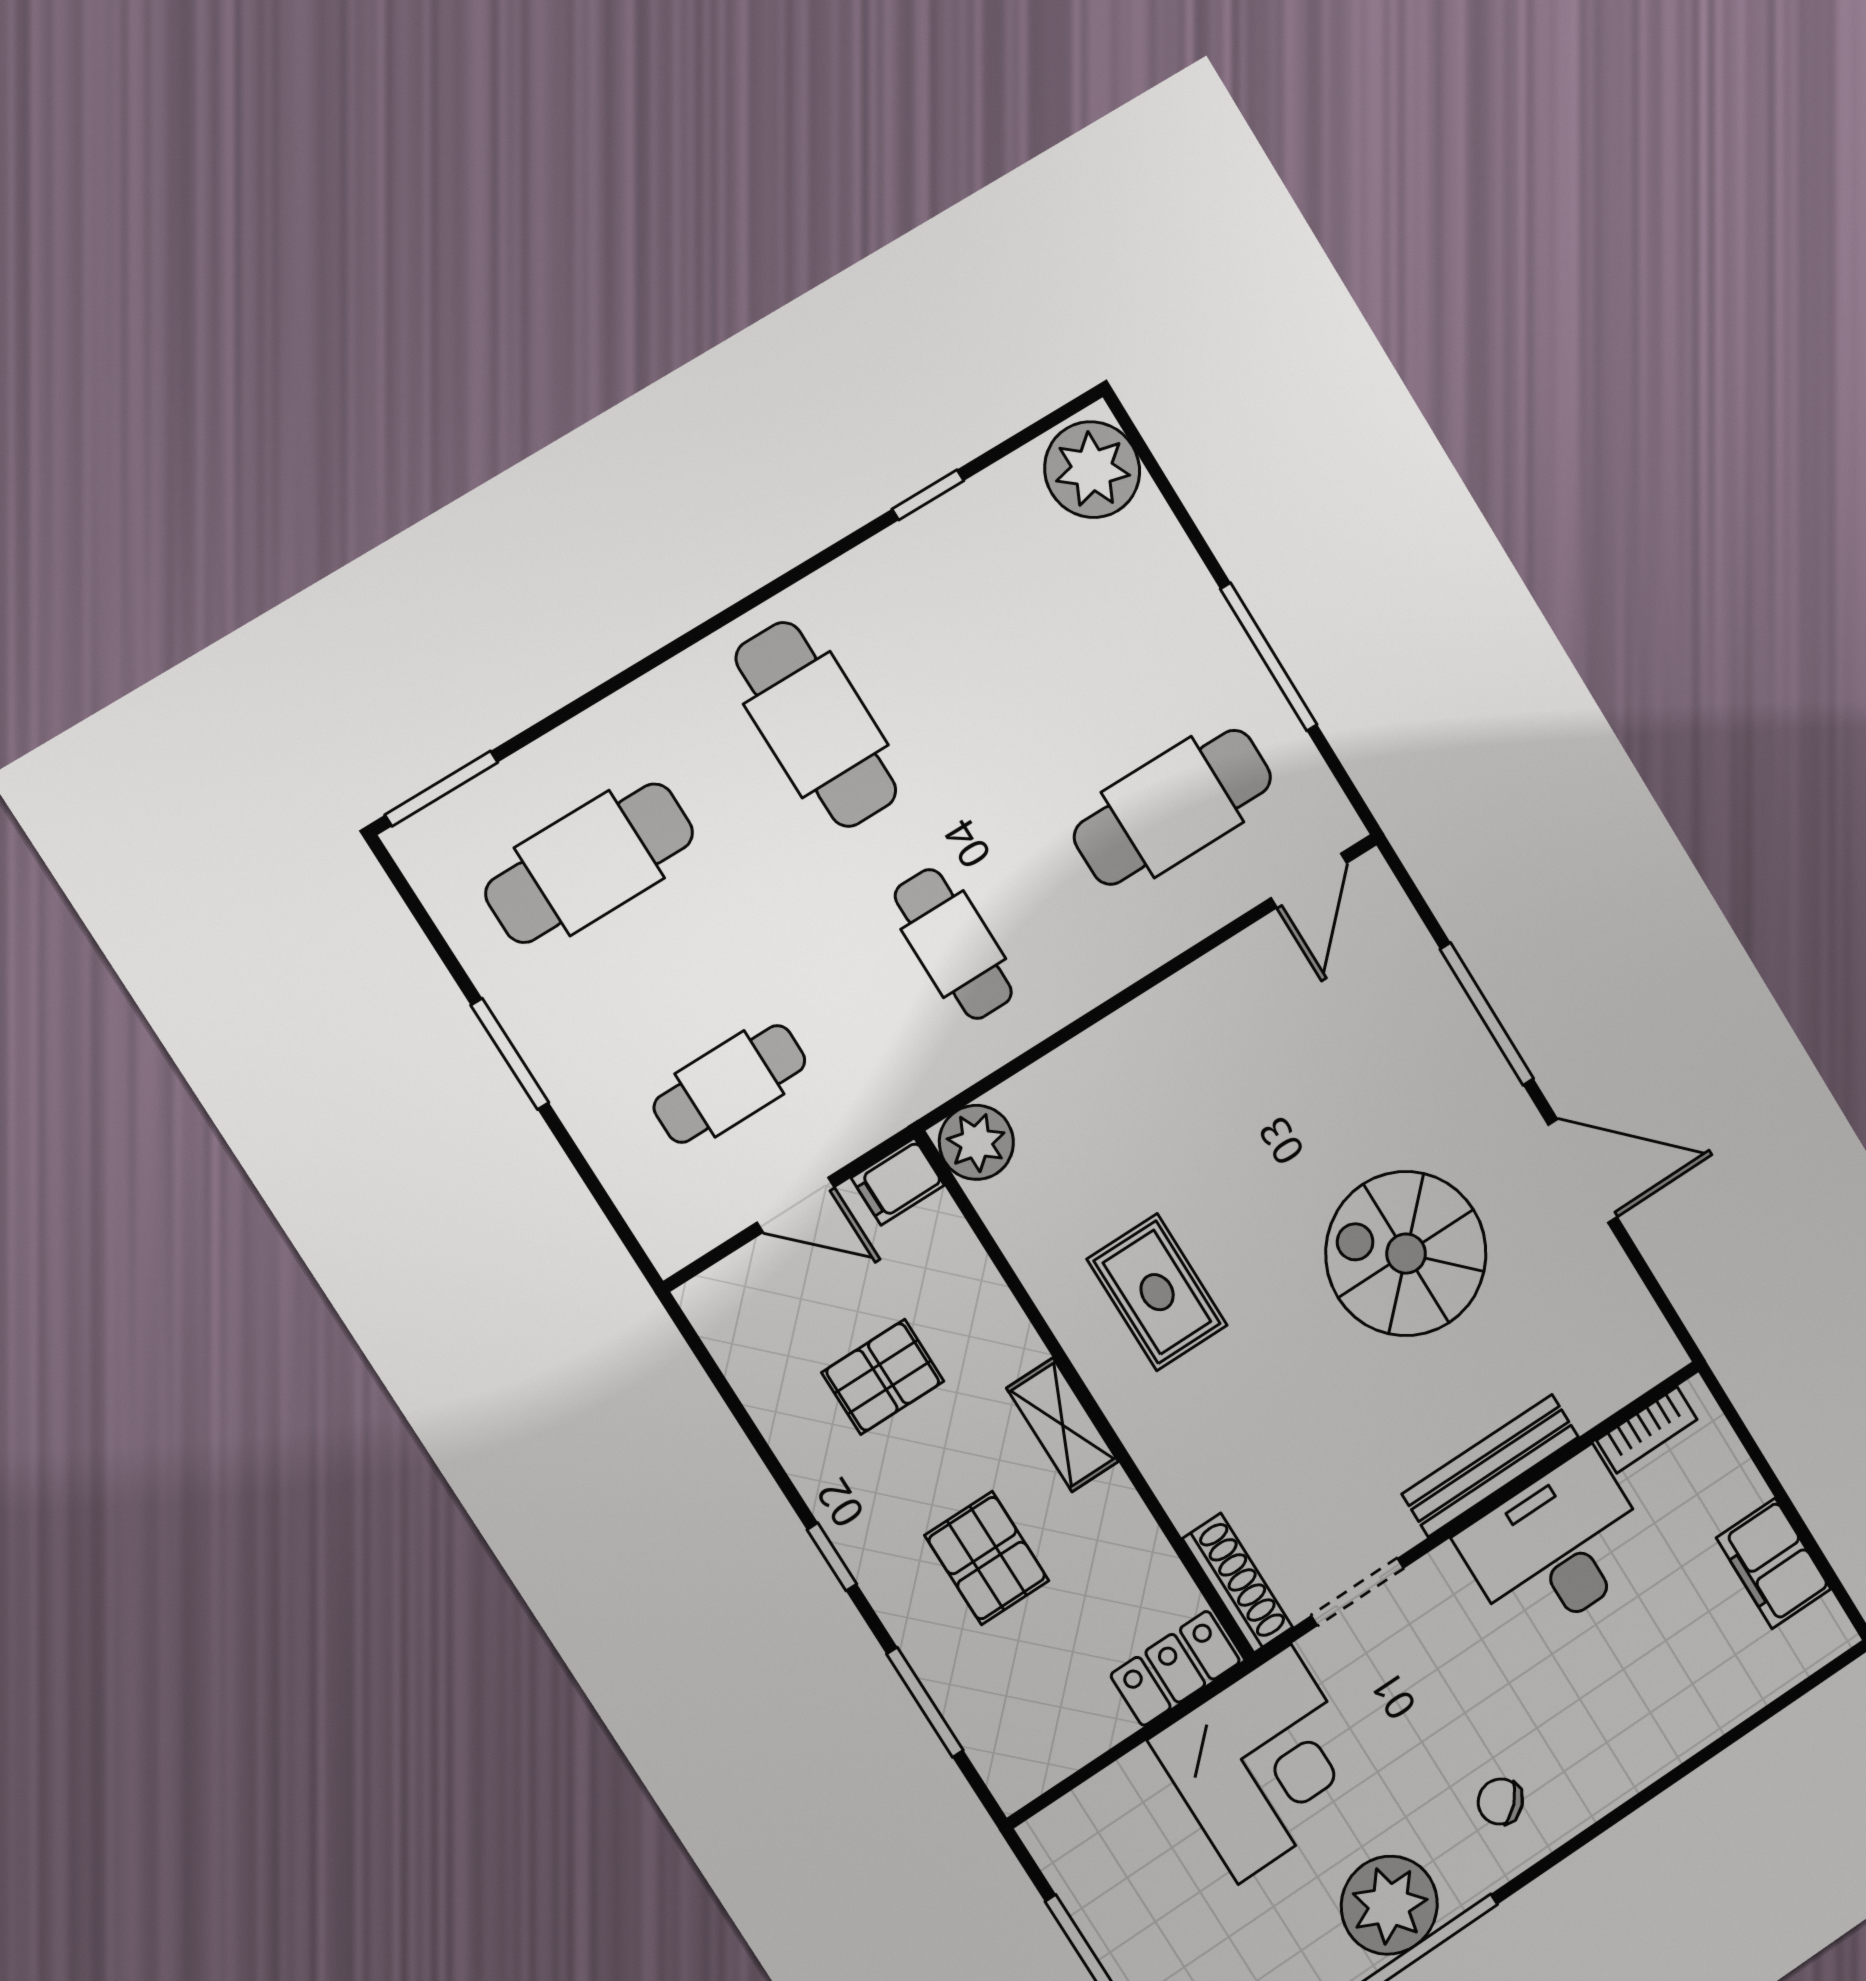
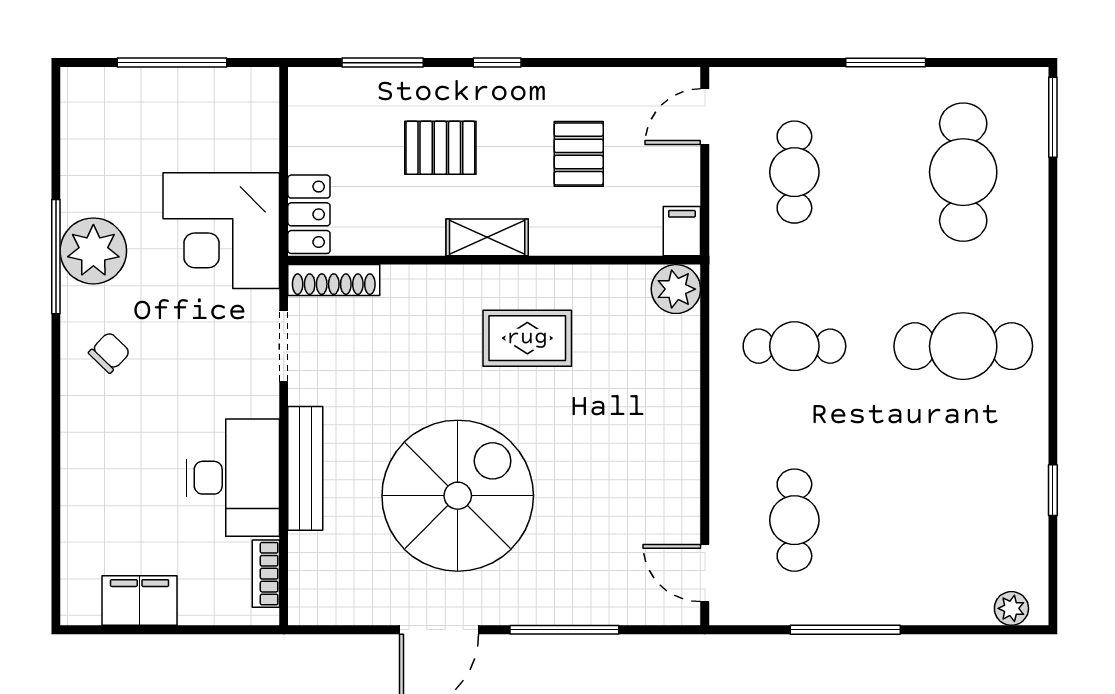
plant: (1092, 470) -> (1011, 608), width x0.53, depth x0.53
cafe table: (1173, 807) -> (794, 520), width x0.73, depth x0.74
door: (796, 1205) -> (705, 117), moved
spiral stairs: (1406, 1254) -> (458, 496), width x1.37, depth x1.37

